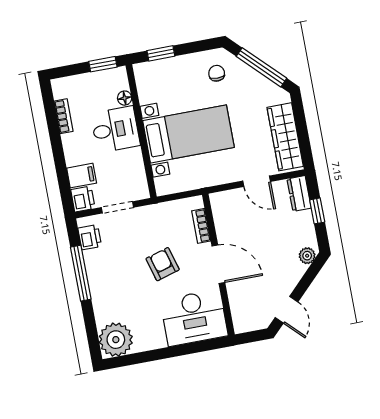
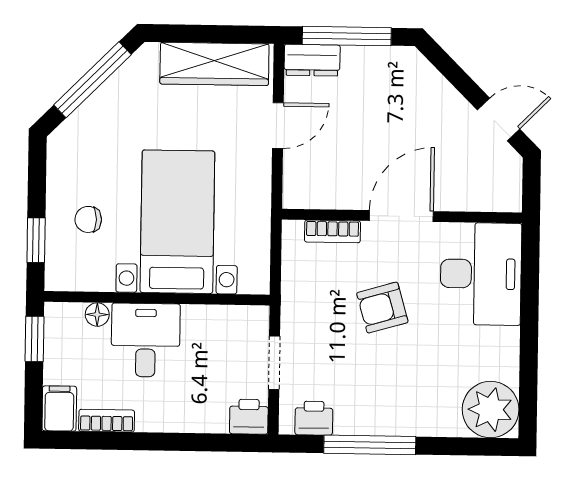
chair: (217, 73) -> (88, 219), moved
filing cabinet: (82, 176) -> (59, 408), moved
window: (317, 211) -> (347, 36), width x2.17
plant: (307, 256) -> (417, 68), removed

